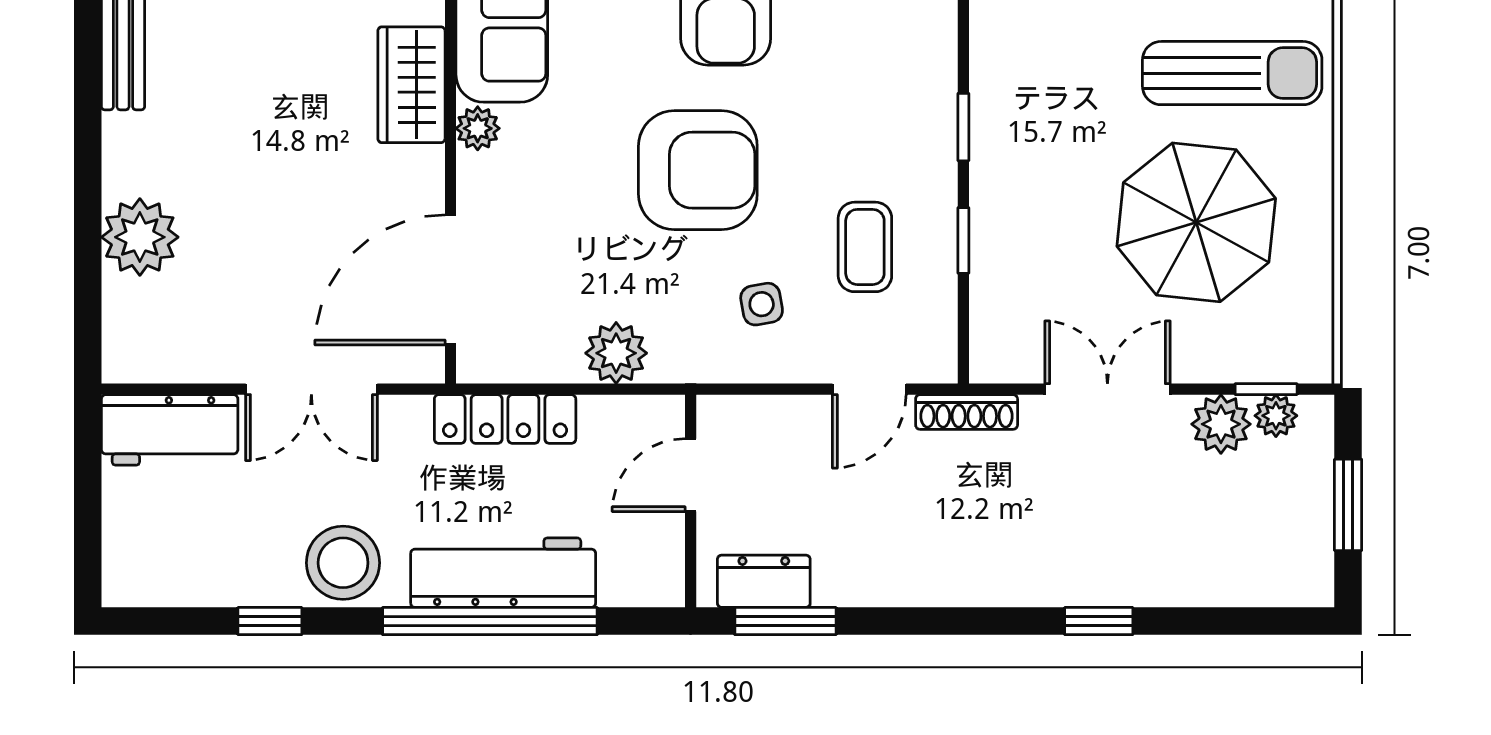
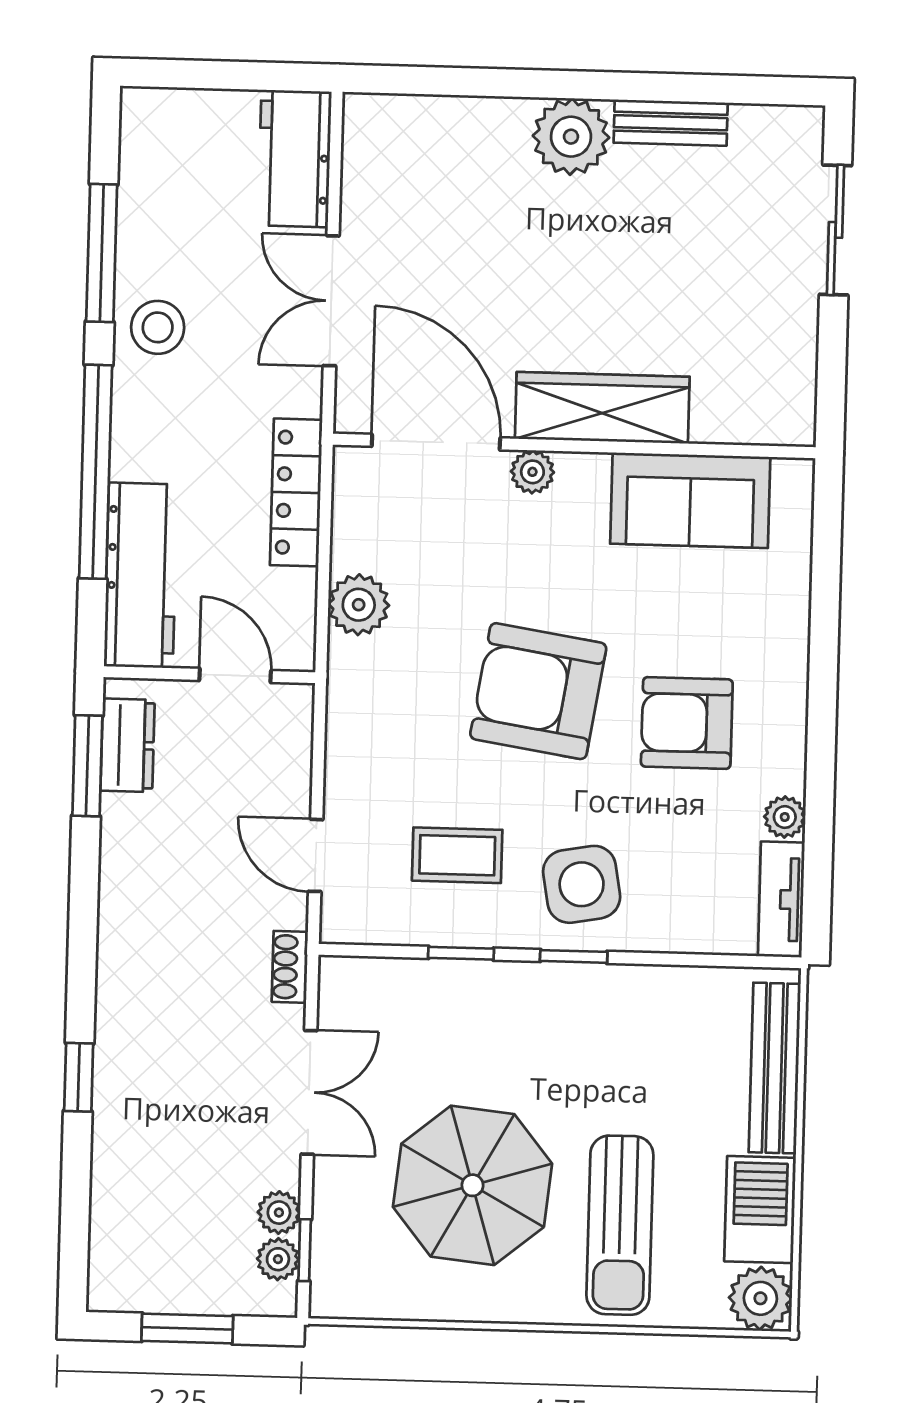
wardrobe: (411, 85) -> (602, 408), width x1.50
plant: (478, 128) -> (532, 472), moved
armchair: (698, 170) -> (538, 691), turned 99
plant: (140, 237) -> (571, 137), moved
side table: (762, 304) -> (582, 884), moved, width x1.87, depth x1.87
shoe rack: (967, 412) -> (290, 967), width x0.70
plant: (1221, 424) -> (279, 1213), width x0.73, depth x0.73
stool: (343, 563) -> (158, 327), width x0.73, depth x0.73
workbench: (503, 573) -> (141, 575), moved
window: (270, 621) -> (102, 253), width x2.17

